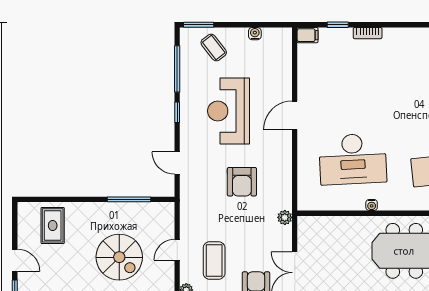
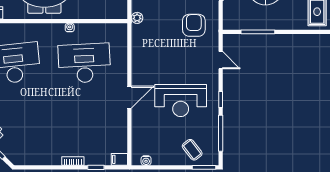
water cooler: (255, 34) -> (146, 161), moved
reception desk: (229, 111) -> (181, 100), turned 90
armchair: (242, 182) -> (194, 25), moved

